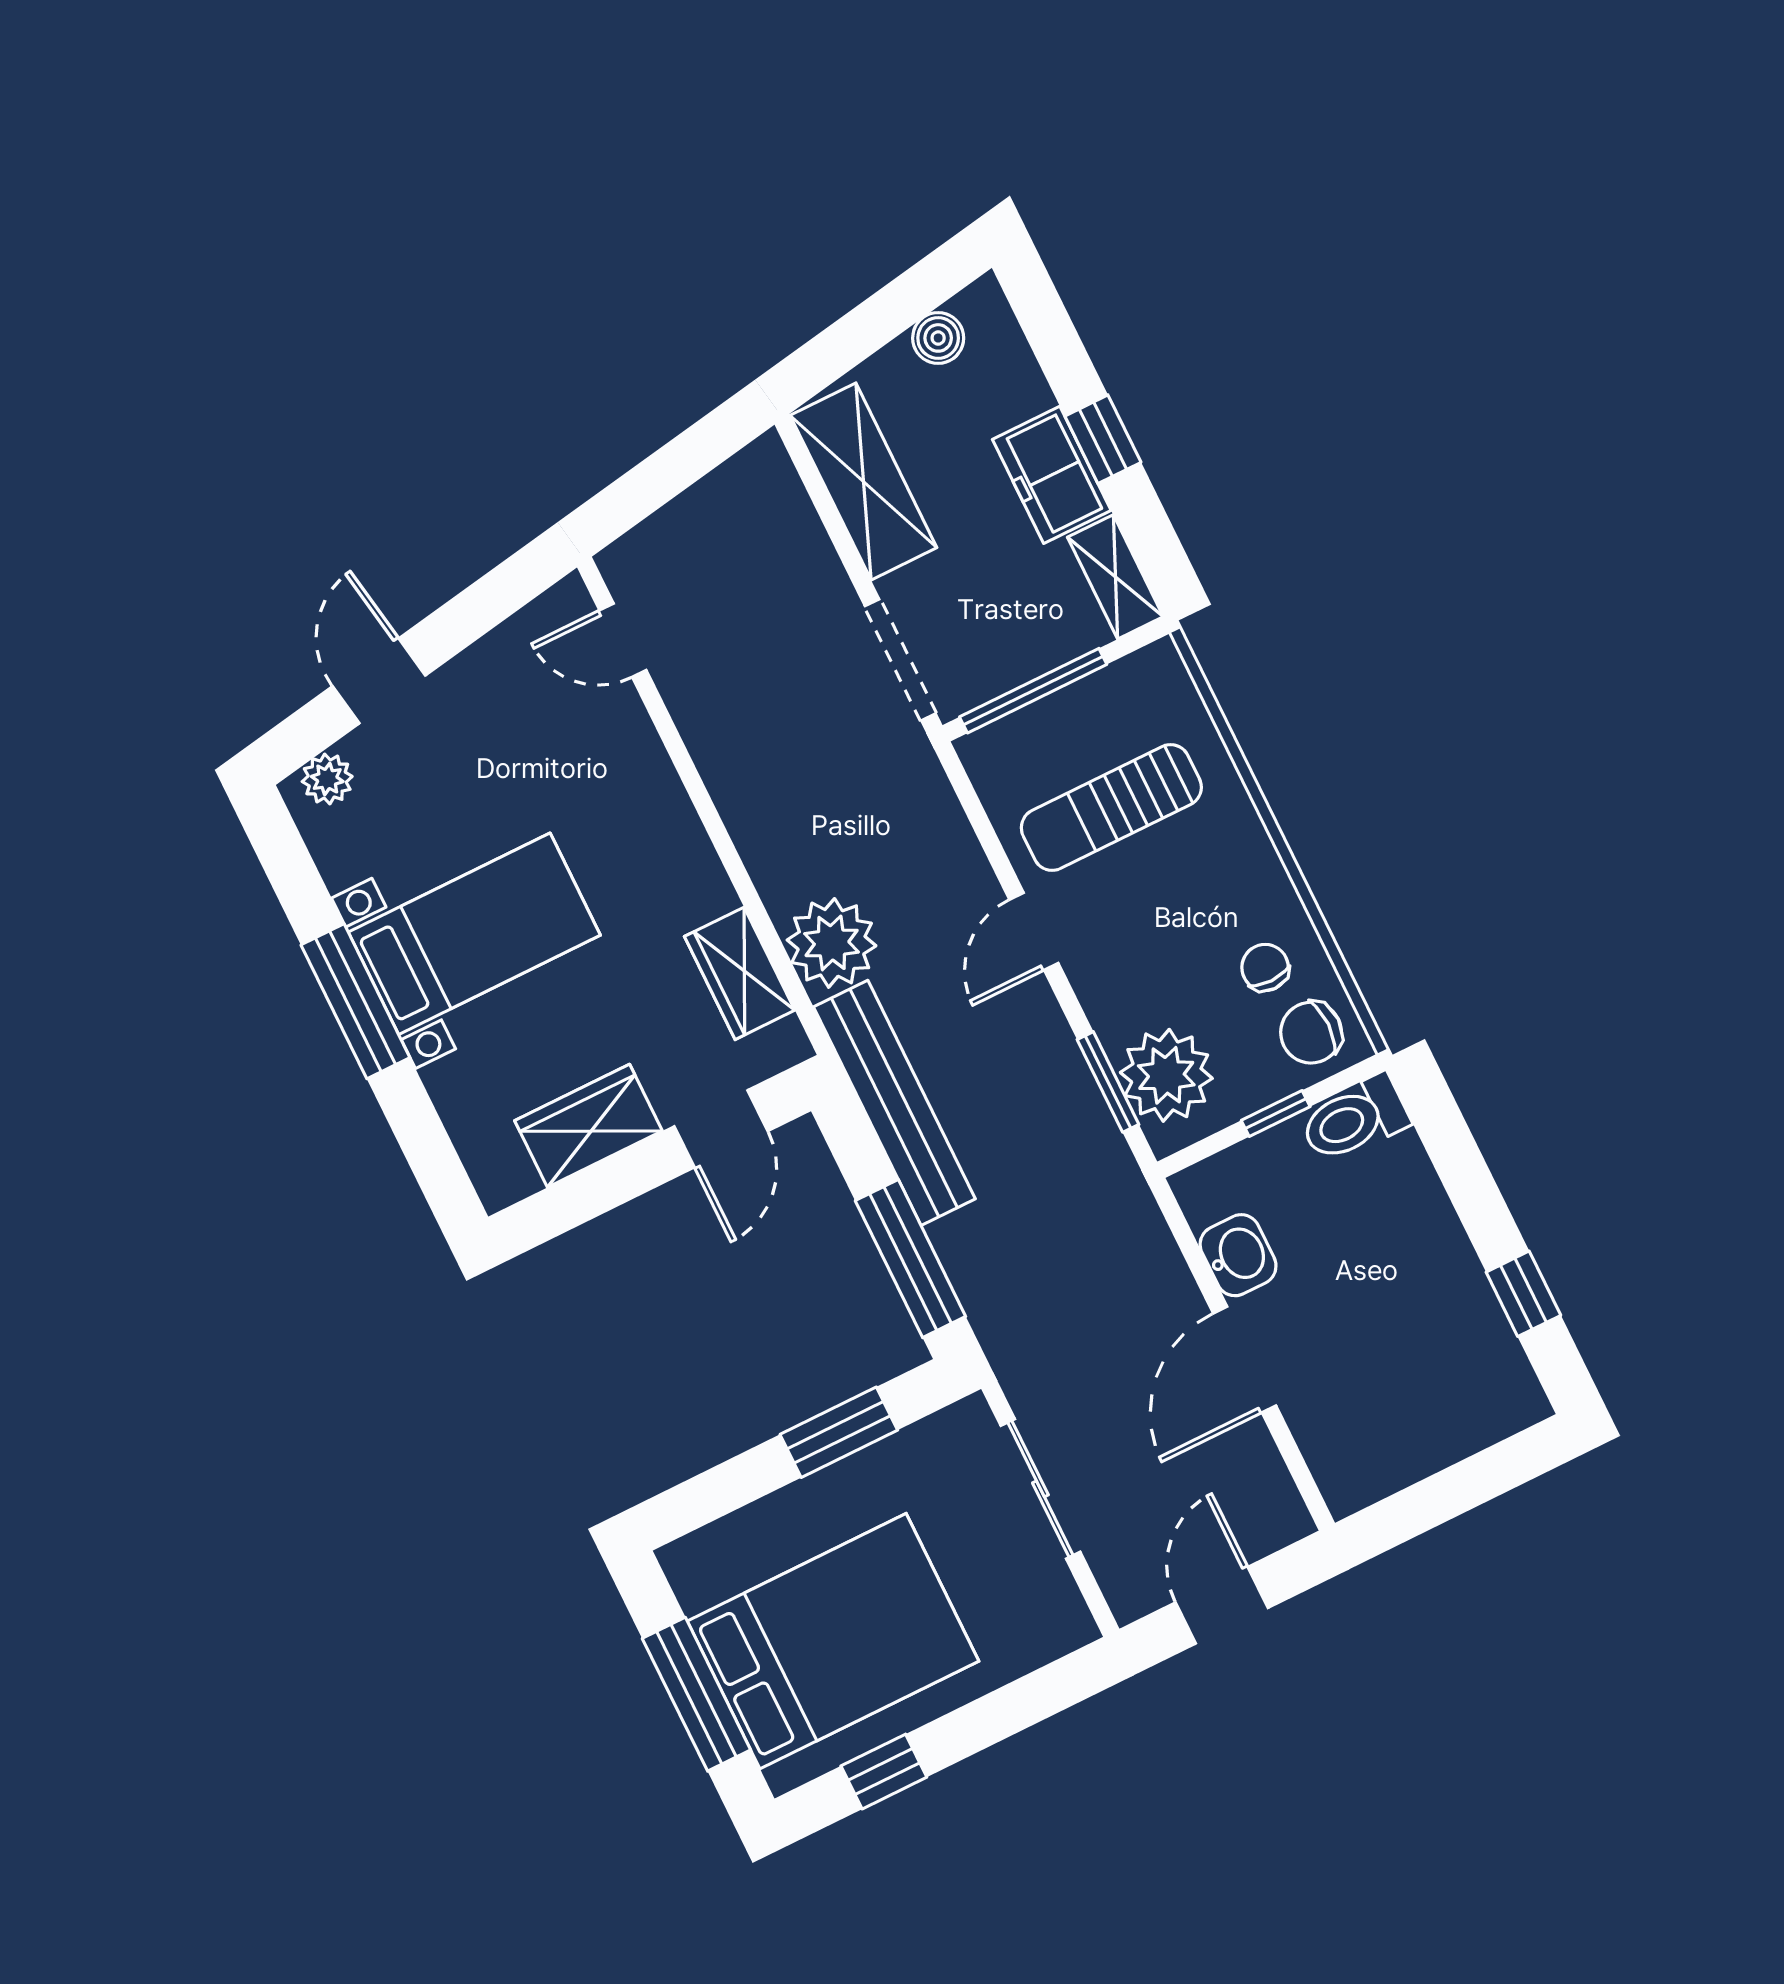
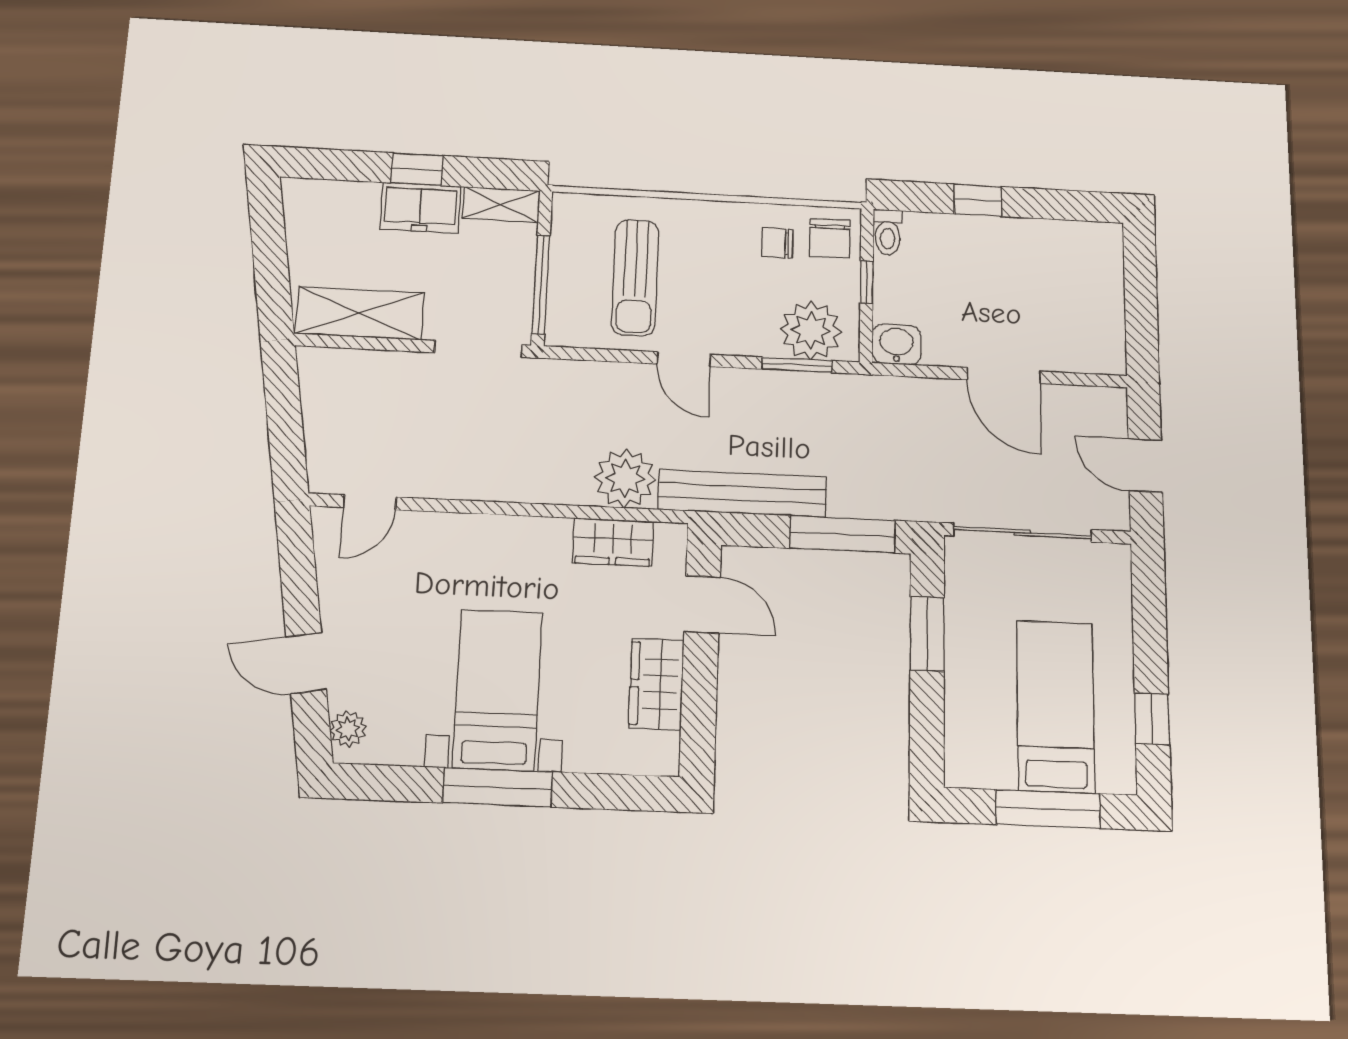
boiler: (938, 338) -> (302, 227), removed
toilet: (1354, 1119) -> (888, 232), width x0.73, depth x0.72
washbasin: (1238, 1255) -> (897, 344), moved
window: (1523, 1294) -> (978, 200), moved
sliding door: (1040, 1489) -> (1023, 533), width x1.37
bed: (833, 1641) -> (1056, 706), width x0.67

